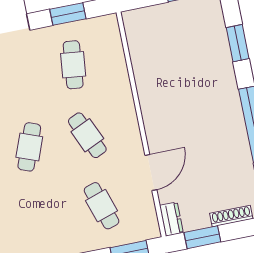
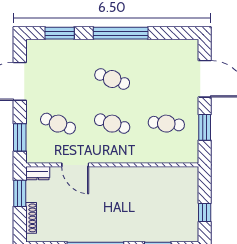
cafe table: (87, 135) -> (112, 124), turned 42
cafe table: (102, 206) -> (58, 124), turned 39

